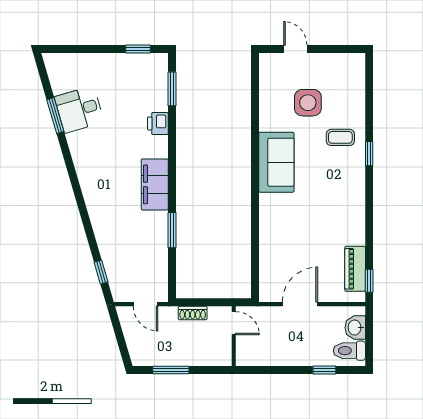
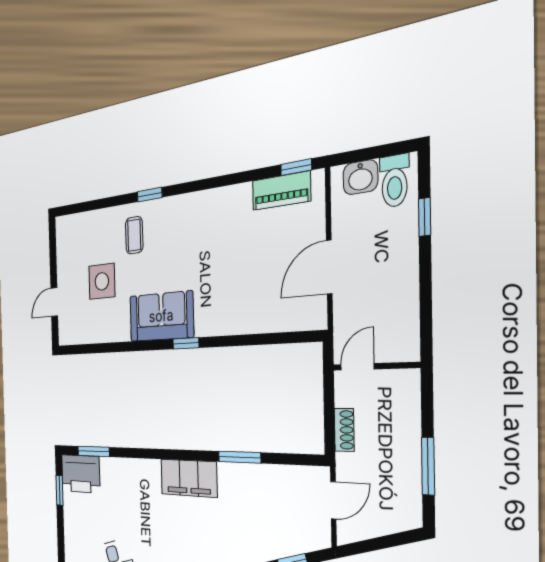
printer: (158, 123) -> (81, 474), moved, width x1.87, depth x1.48
window: (255, 185) -> (186, 343), added
door: (300, 304) -> (329, 267), hinge flipped

